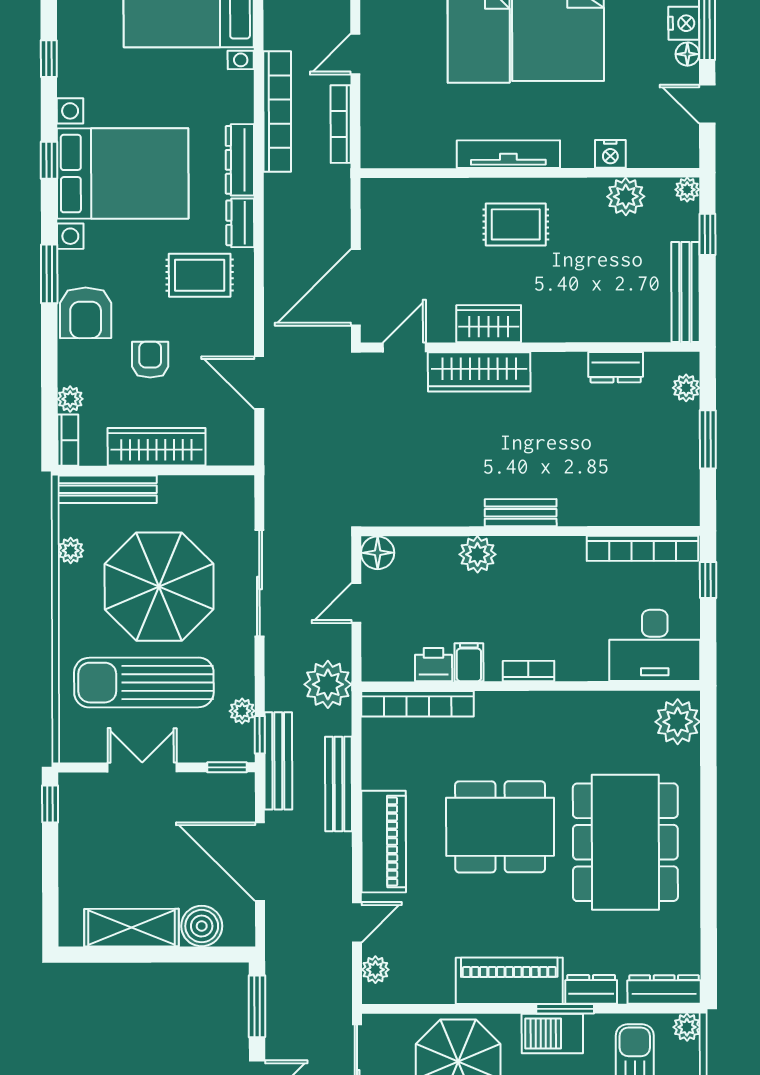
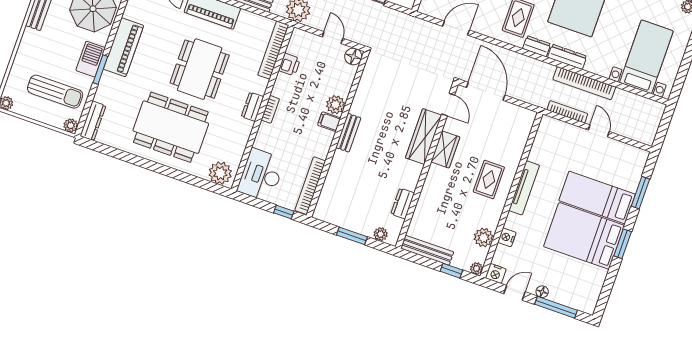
nightstand: (684, 23) -> (496, 273), moved
filing cabinet: (469, 662) -> (329, 122), moved, turned 180
dresser: (591, 989) -> (252, 107), moved, turned 180

